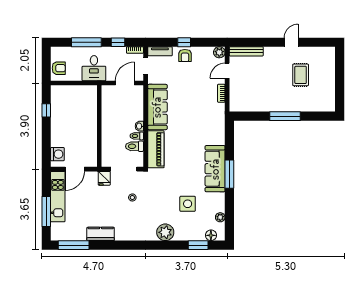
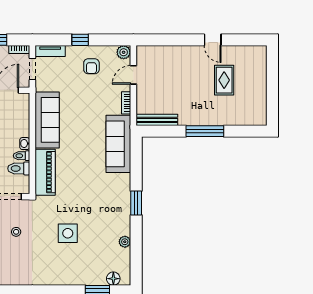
door: (291, 42) -> (213, 40), swing flipped
bench: (246, 51) -> (157, 120), moved
armchair: (185, 56) -> (91, 66), moved
sofa: (215, 169) -> (118, 144), moved
window: (229, 174) -> (136, 203), width x0.69
side table: (188, 204) -> (68, 233), moved
plant: (220, 217) -> (125, 242), moved
plant: (165, 232) -> (57, 275), removed

